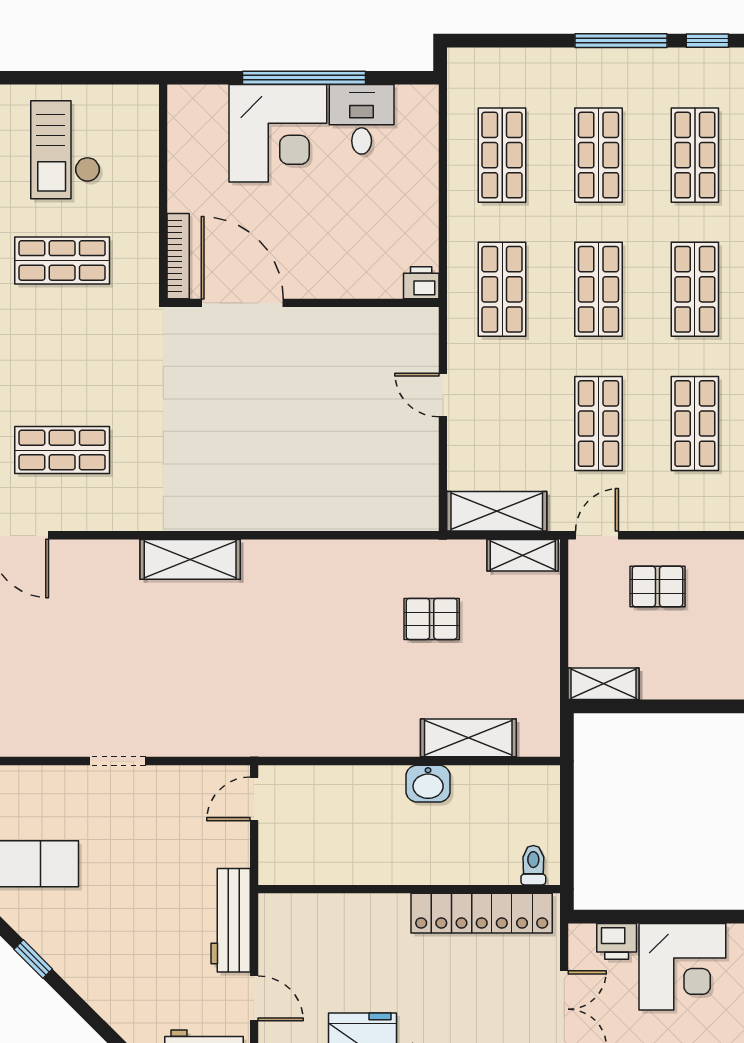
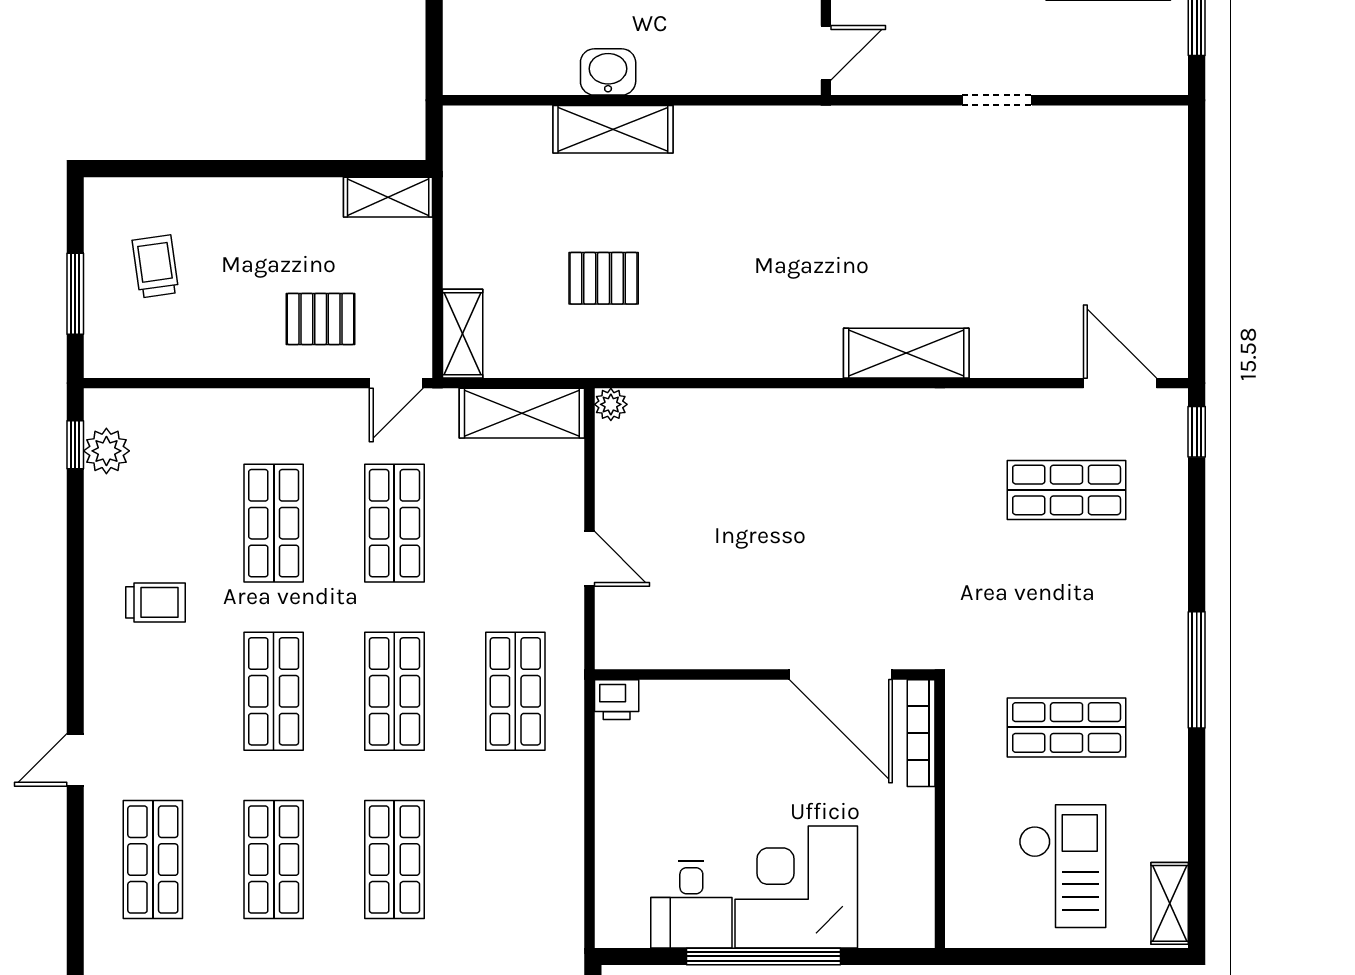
shop shelf: (502, 155) -> (515, 860), removed
plant: (426, 518) -> (611, 404), added
shelving: (523, 555) -> (463, 334), moved, turned 90
shelving: (468, 738) -> (613, 129), moved

